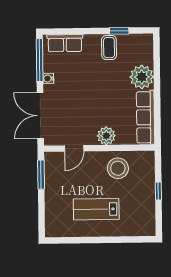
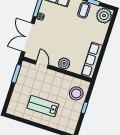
plant: (142, 77) -> (104, 16), moved
door: (74, 148) -> (42, 65), swing flipped
stool: (118, 168) -> (76, 93), moved

